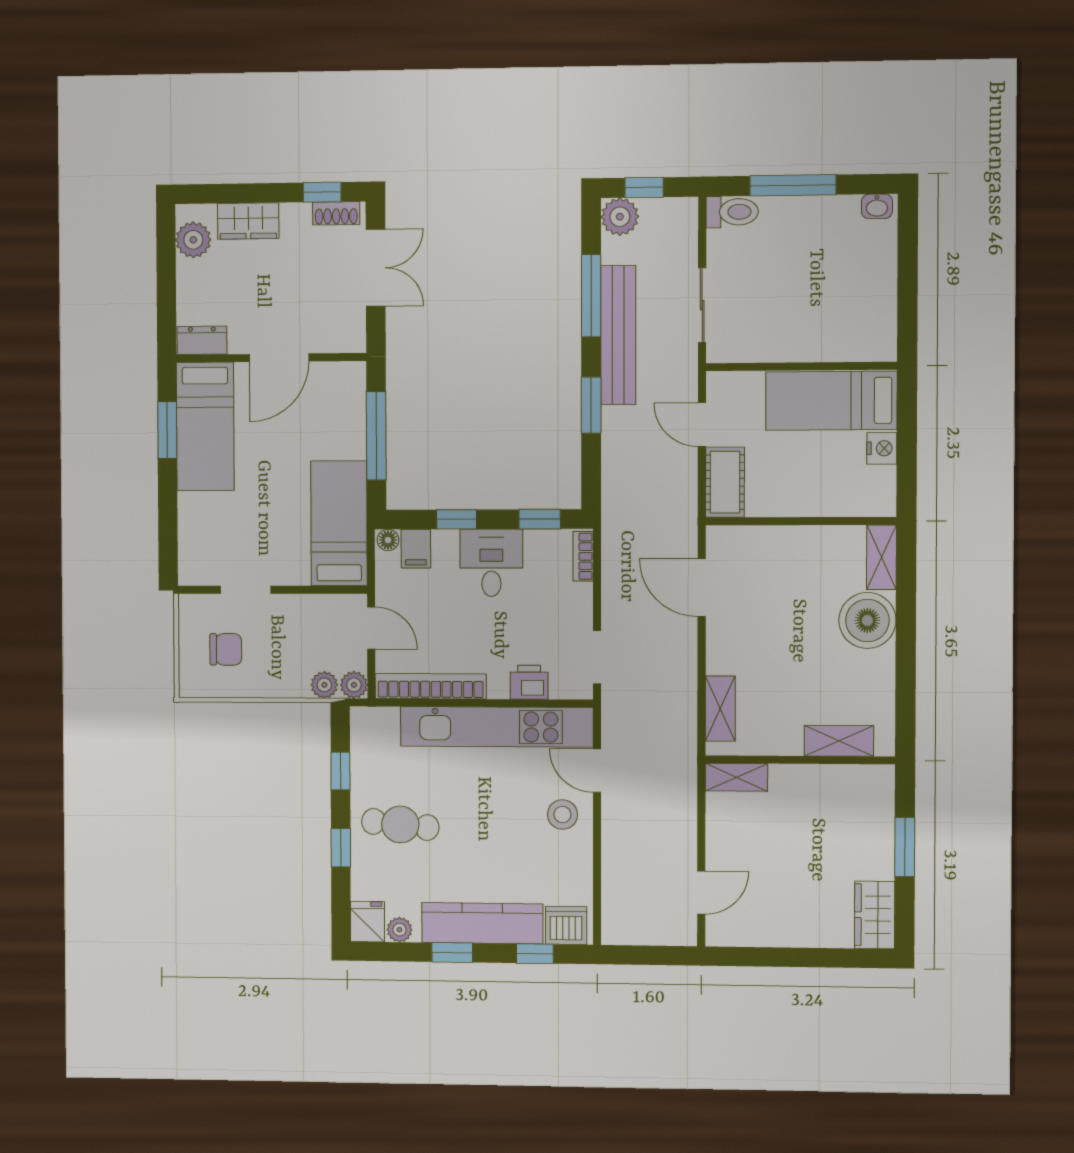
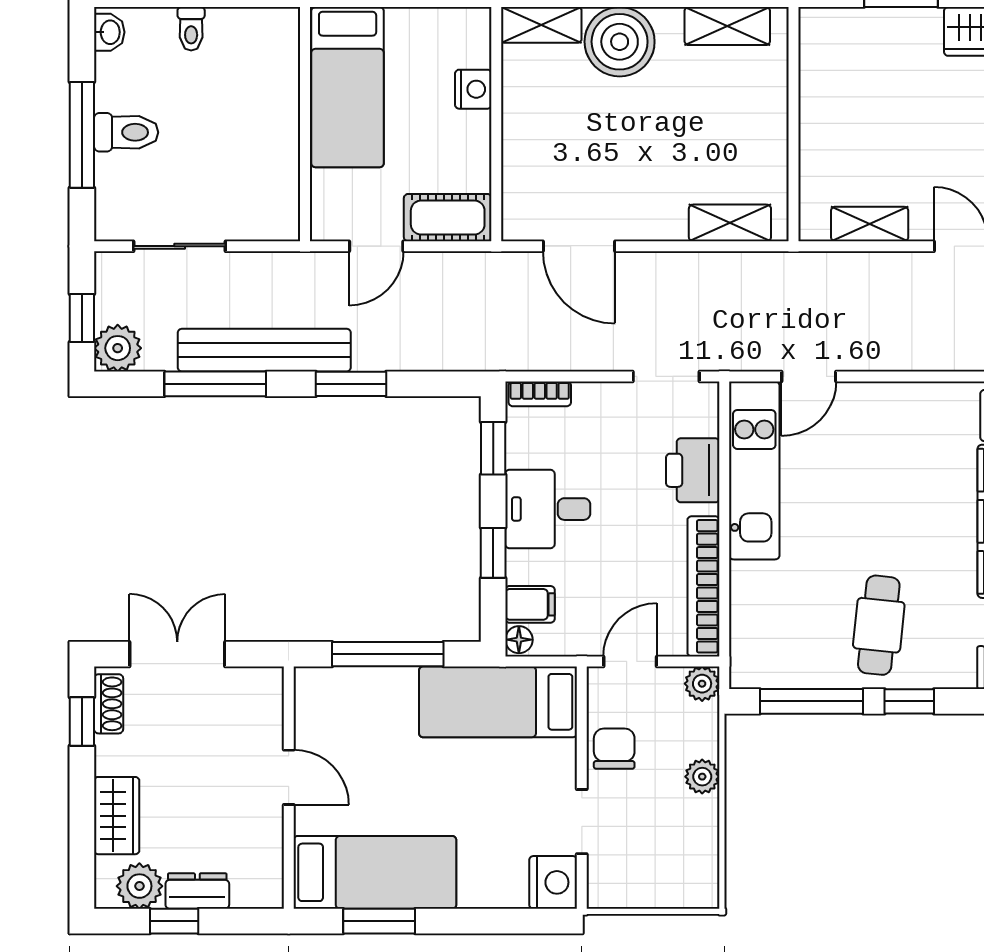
toilet: (732, 212) -> (126, 132), moved, turned 90
window: (166, 268) -> (174, 921), added
toilet: (880, 273) -> (191, 29), added
sliding door: (702, 305) -> (180, 246), moved
dresser: (202, 340) -> (197, 891), moved, turned 90
door: (279, 358) -> (289, 777), width x0.73
nightstand: (882, 448) -> (473, 89), moved, turned 90
nightstand: (198, 567) -> (553, 882), added
door: (702, 588) -> (579, 246), hinge flipped
chair: (226, 649) -> (614, 749), moved
printer: (529, 682) -> (693, 470), width x1.36, depth x1.24
plant: (324, 685) -> (702, 777), moved
kitchen unit: (497, 727) -> (754, 470), width x0.73
shelving: (839, 741) -> (727, 26), moved, turned 90
window: (340, 771) -> (811, 701), width x2.17
shelving: (736, 777) -> (870, 224), moved, turned 90
stool: (562, 815) -> (864, 420), removed

